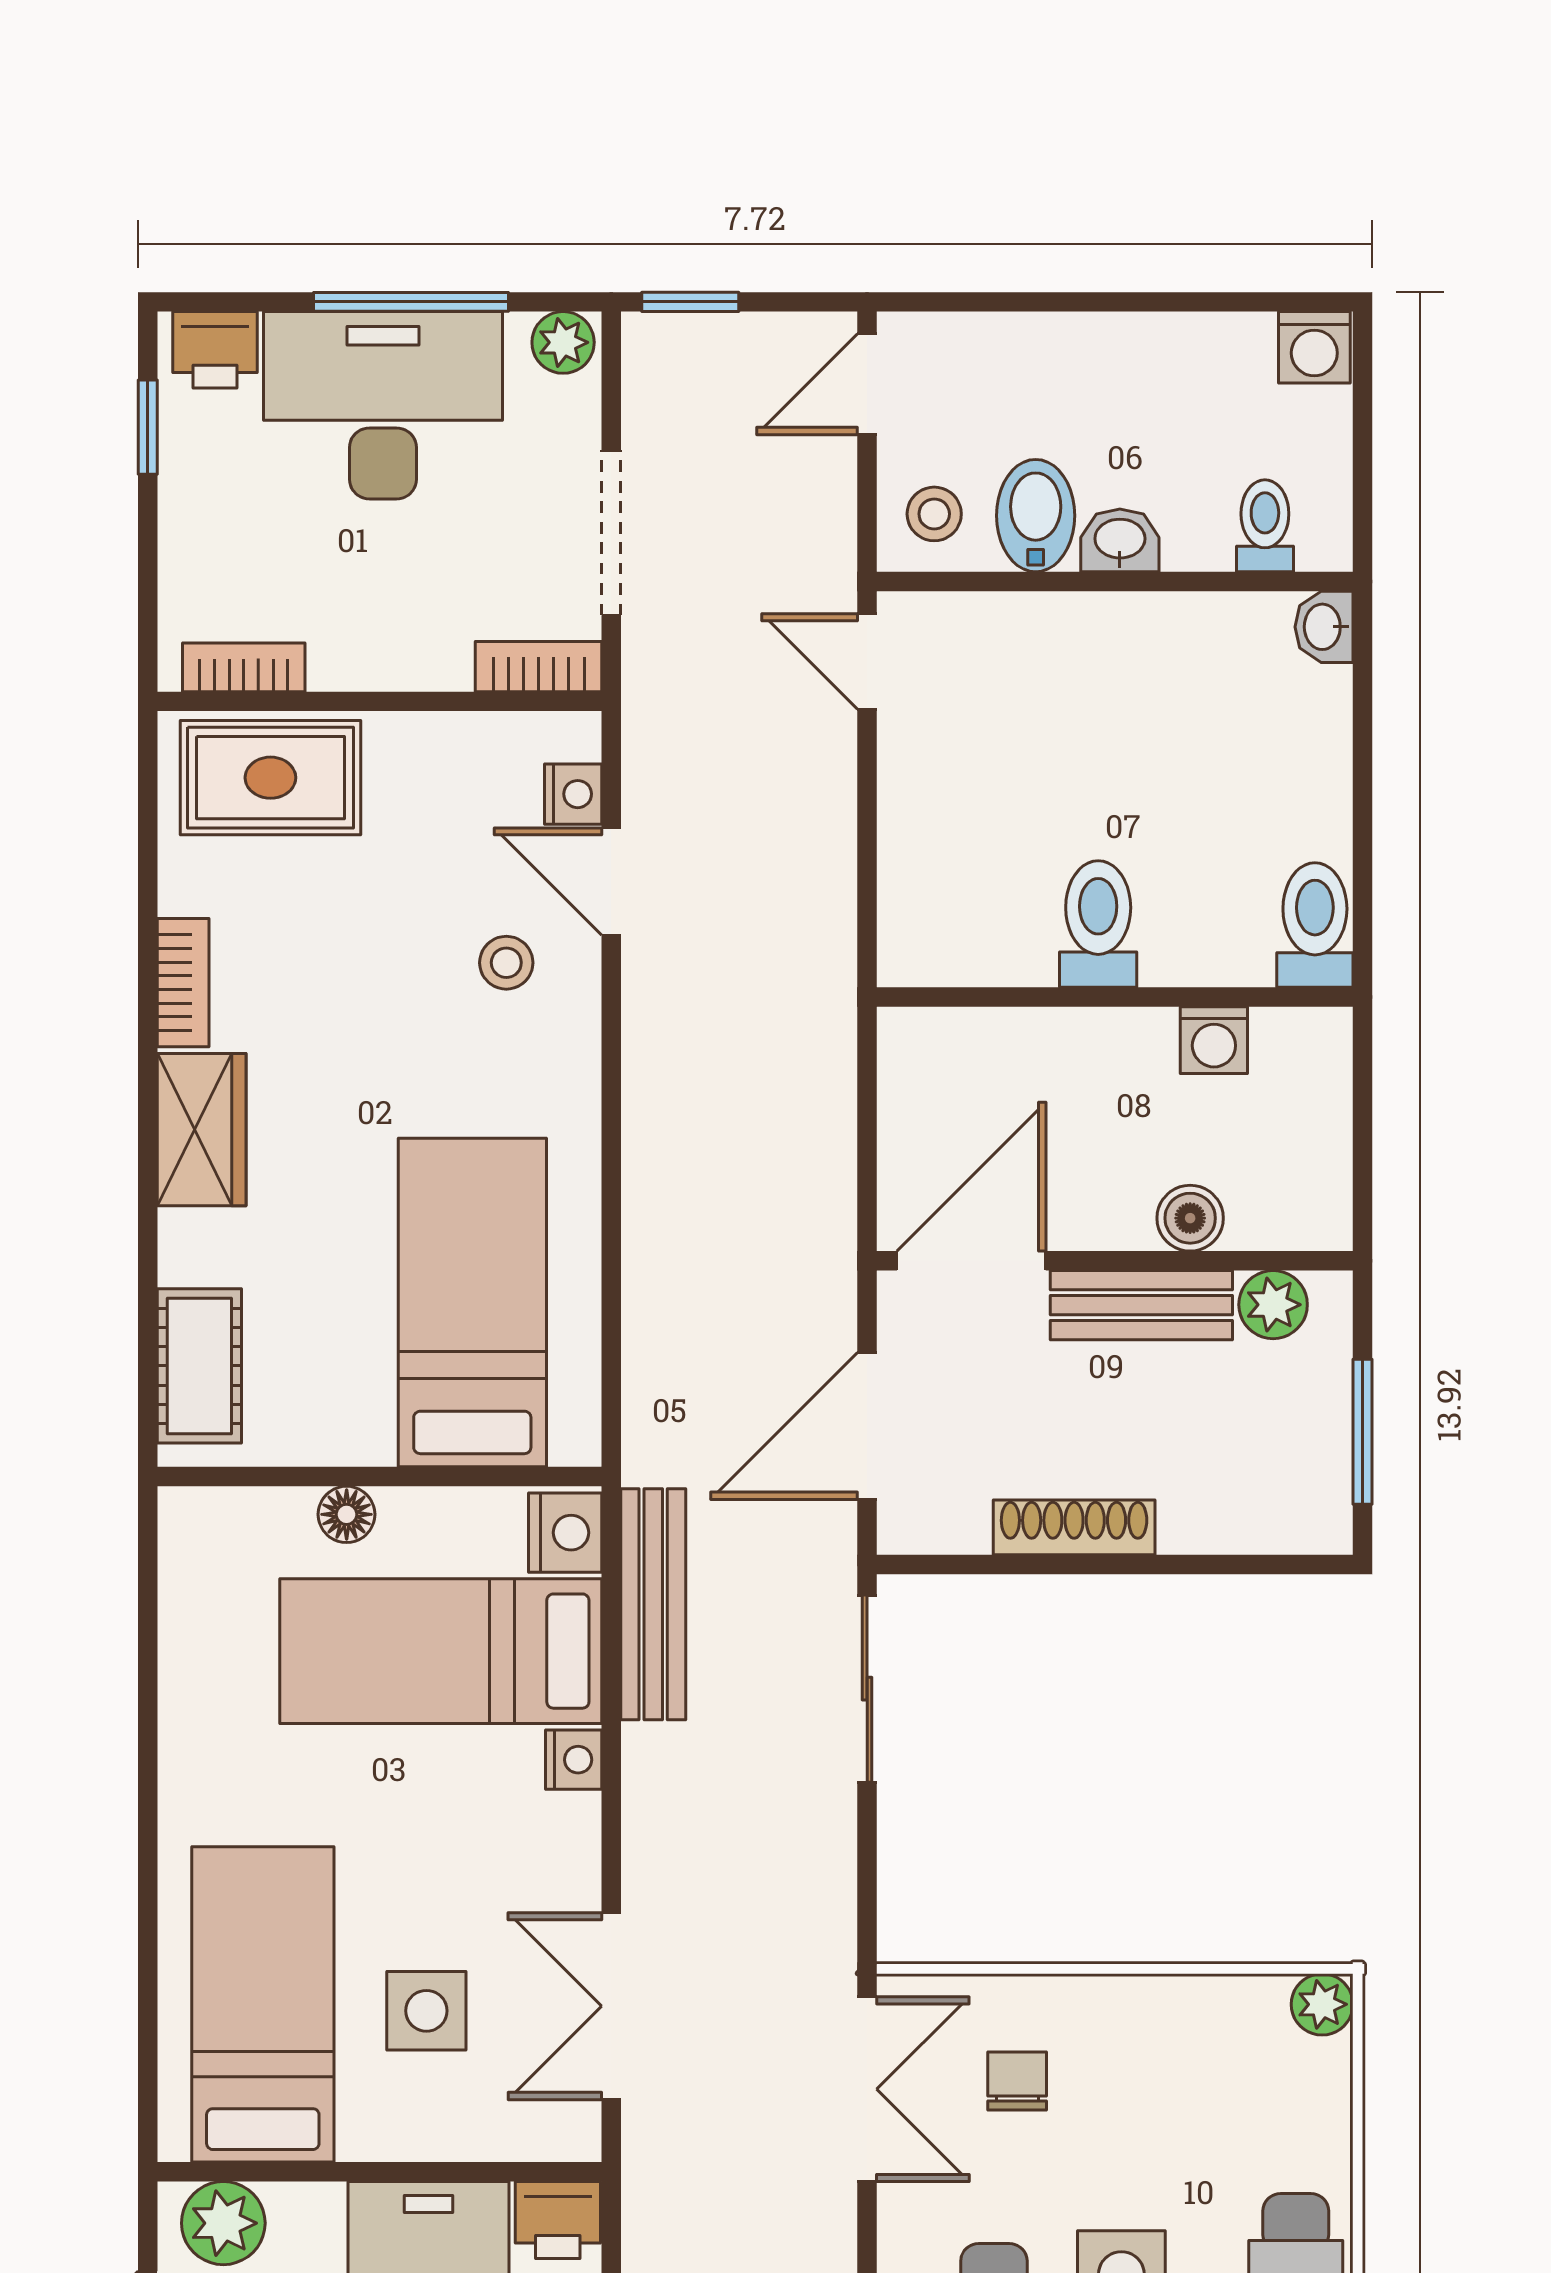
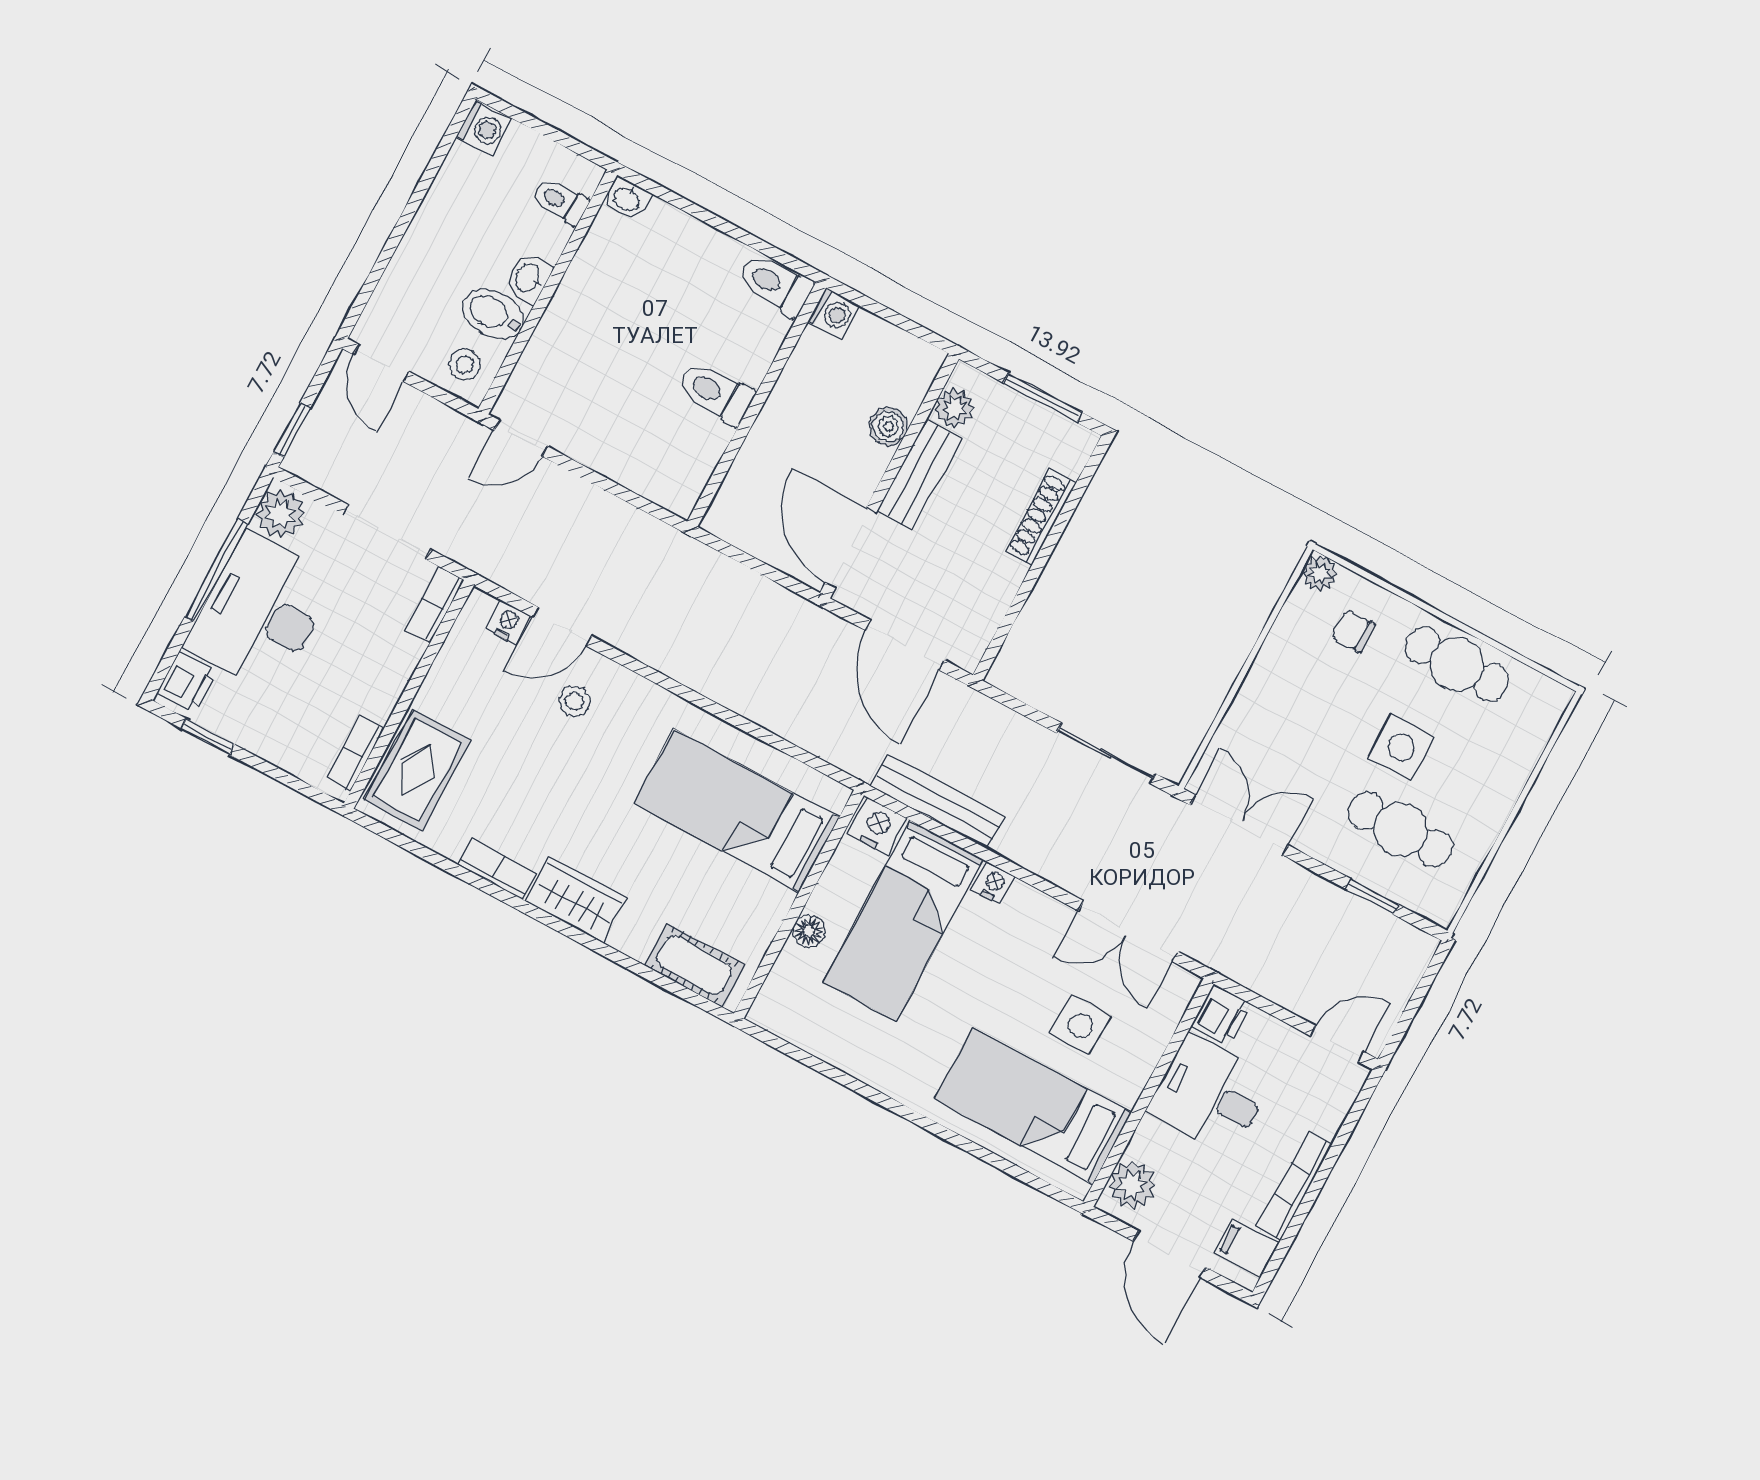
plant: (563, 342) -> (281, 514), width x1.38, depth x1.38
washing machine: (1214, 1040) -> (834, 313), moved
shoe rack: (1074, 1527) -> (1040, 517), moved
sliding door: (867, 1689) -> (1106, 753), moved
chair: (1017, 2081) -> (1353, 631), moved

